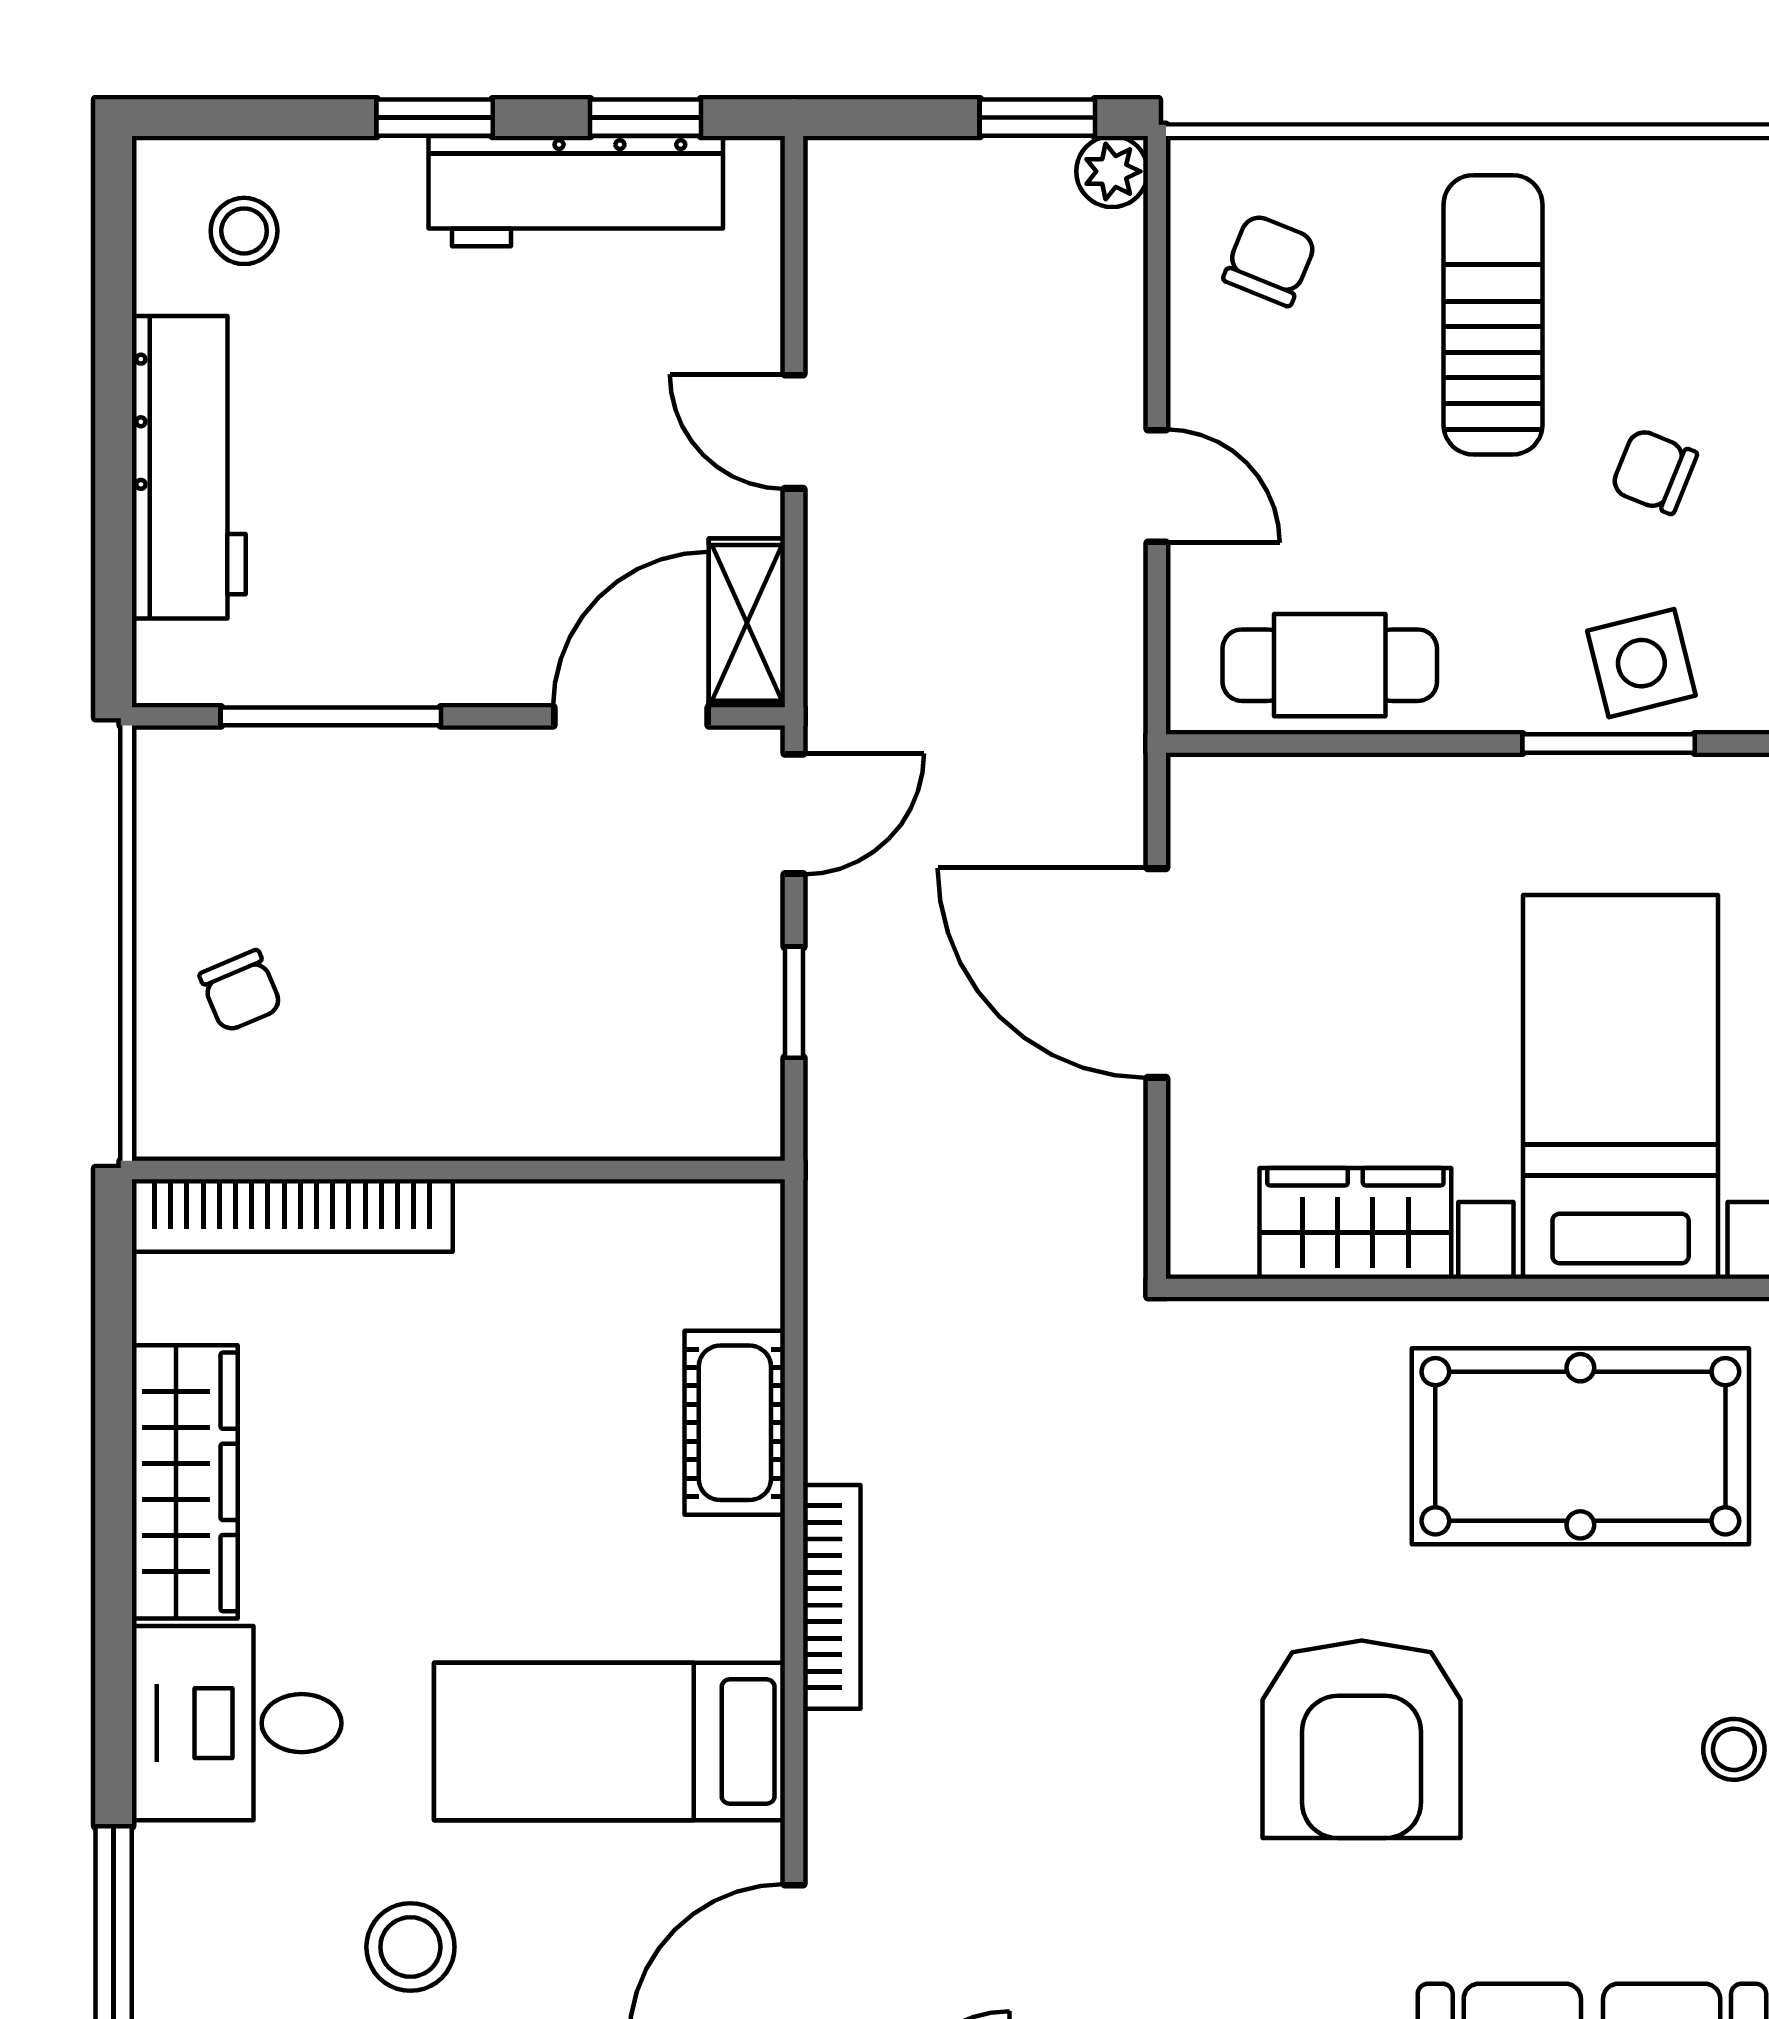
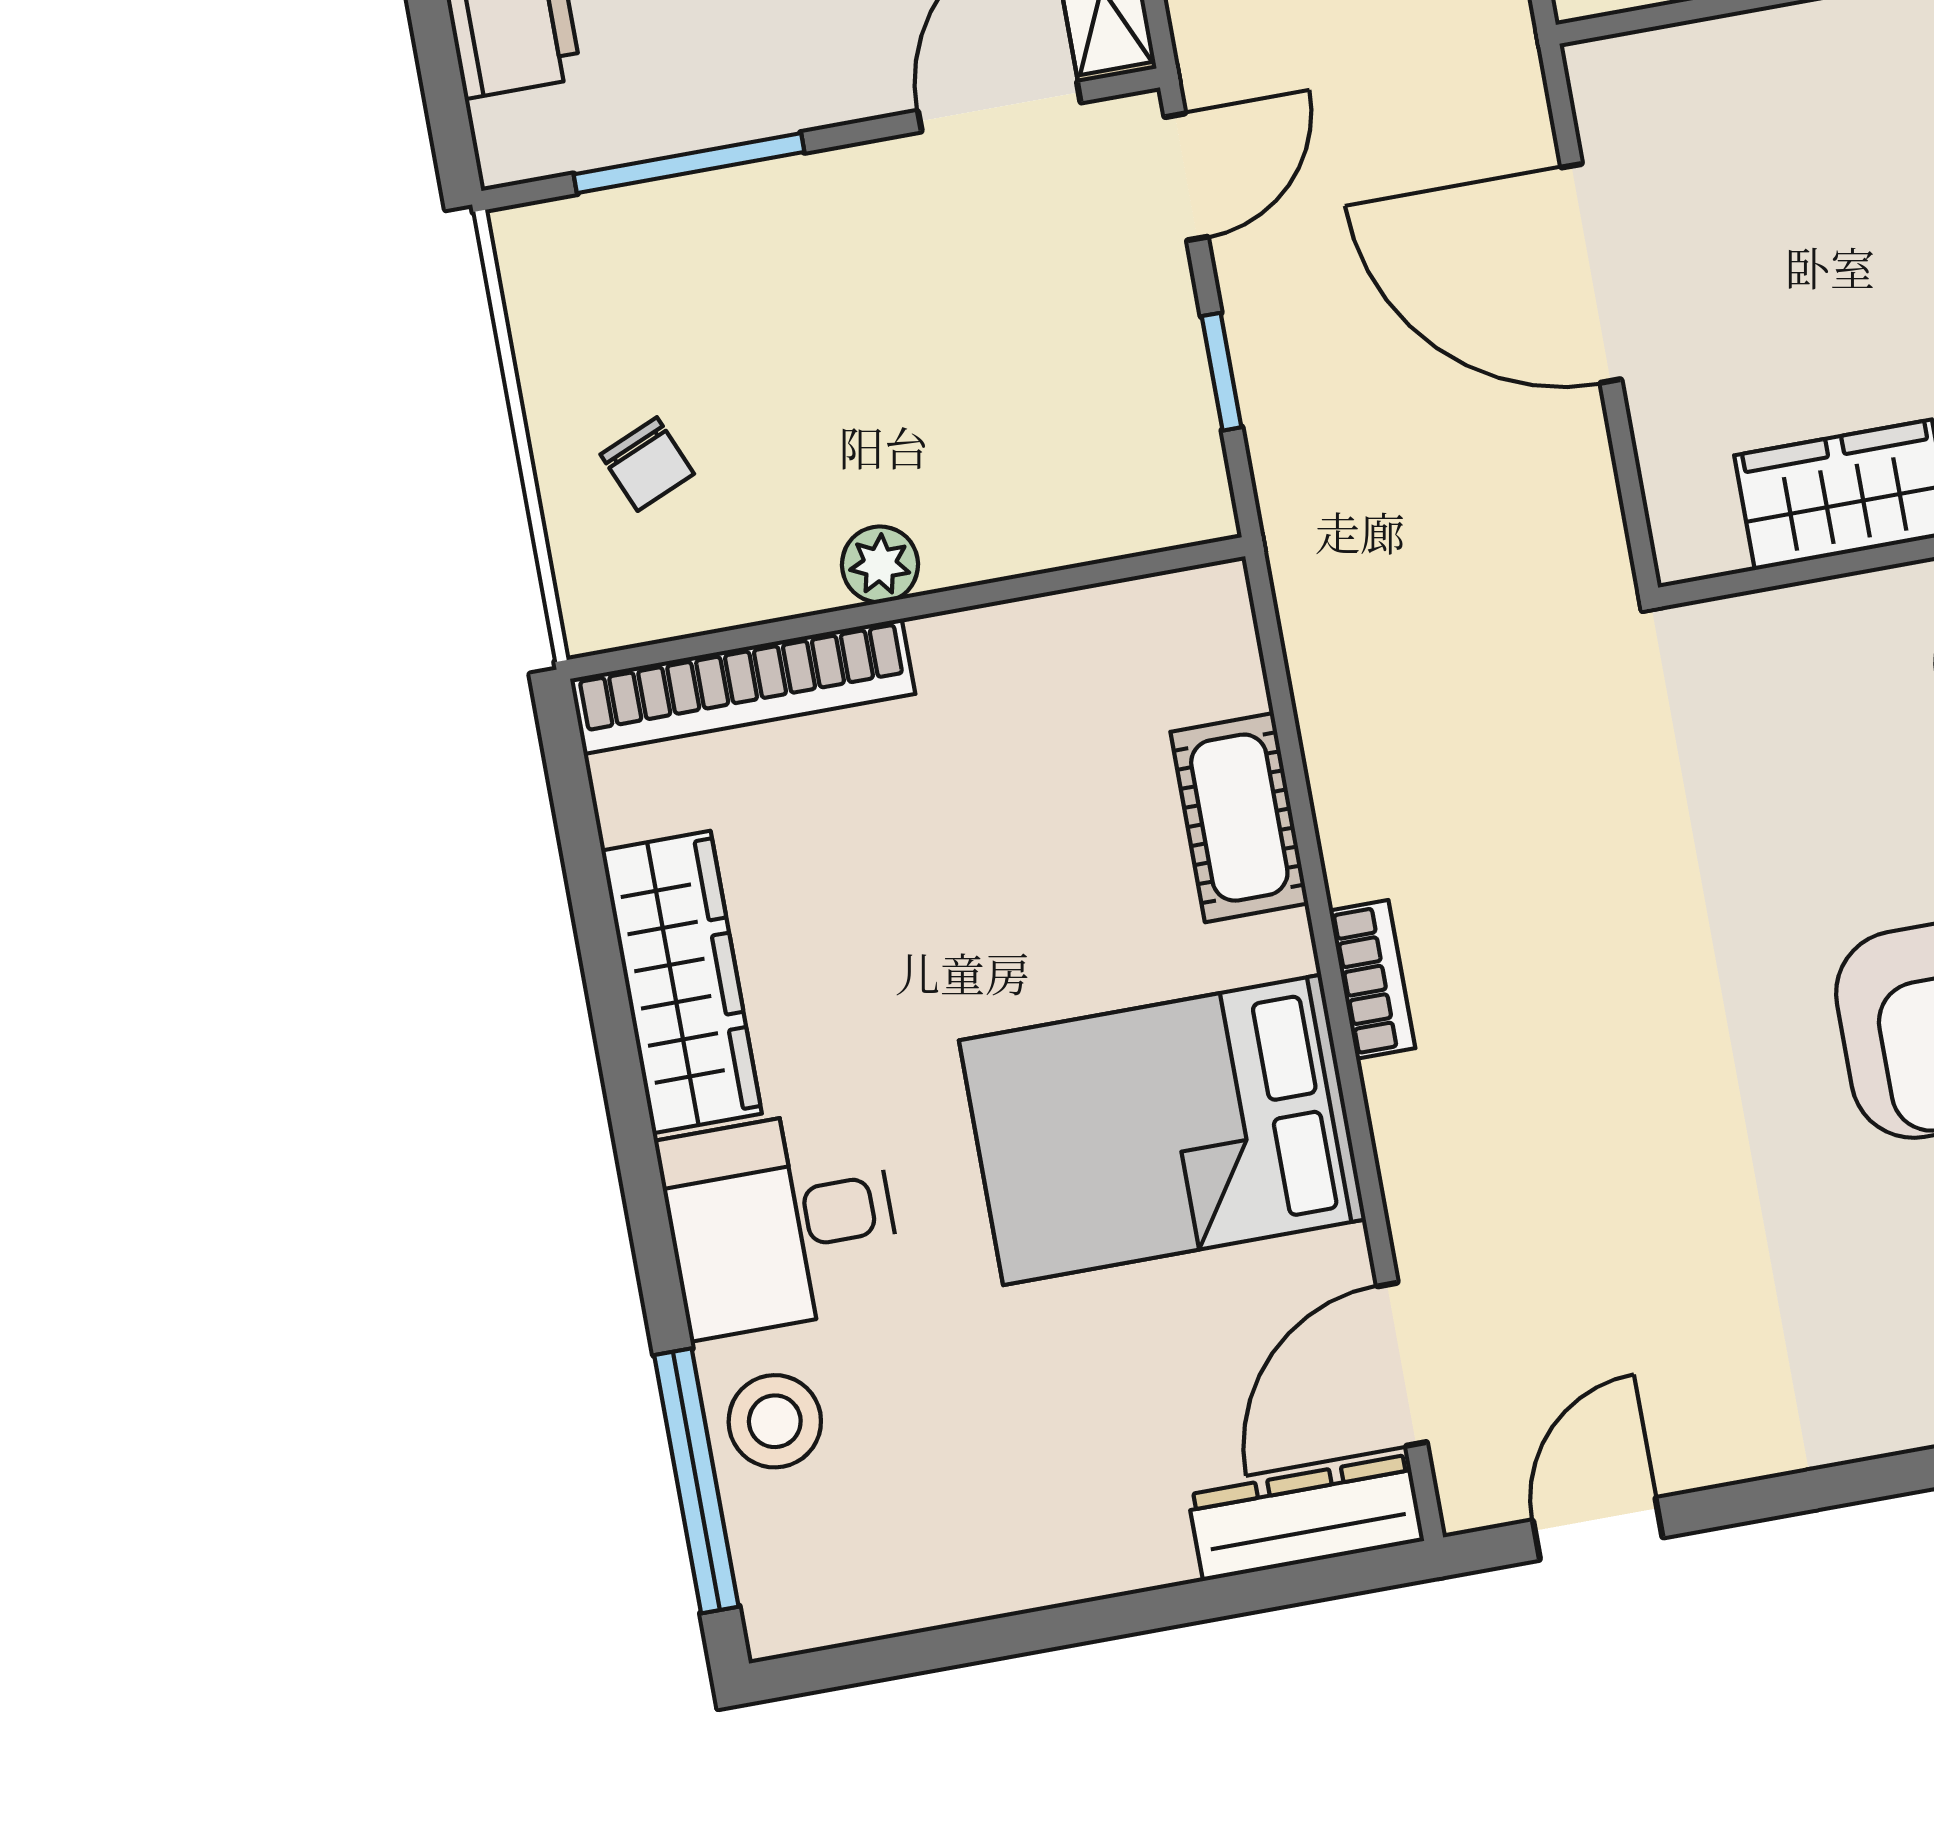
plant: (441, 1125) -> (880, 564), added
bookcase: (832, 1597) -> (1372, 979), width x0.64
bed: (610, 1742) -> (1162, 1130), width x1.50
stool: (410, 1947) -> (775, 1421), moved

